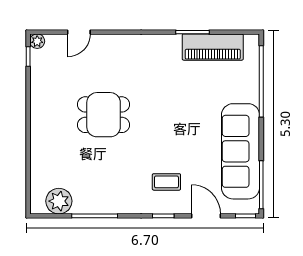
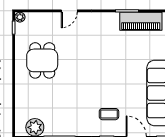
door: (79, 32) -> (69, 11), moved
dining table: (104, 115) -> (42, 60), moved, turned 90

